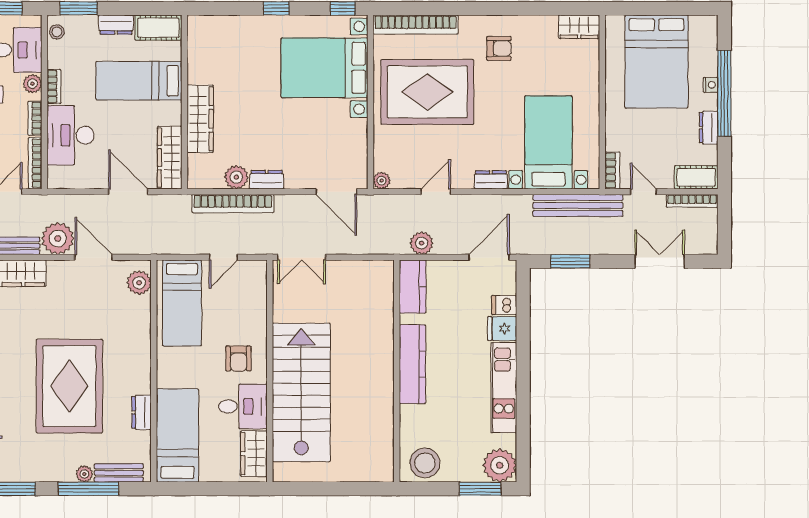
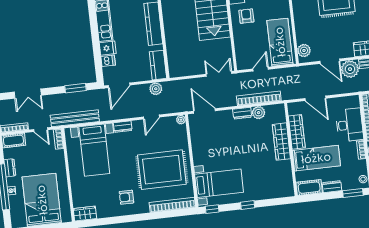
bed with nightstands: (324, 68) -> (219, 183), width x0.73
wardrobe: (170, 158) -> (297, 132), moved

